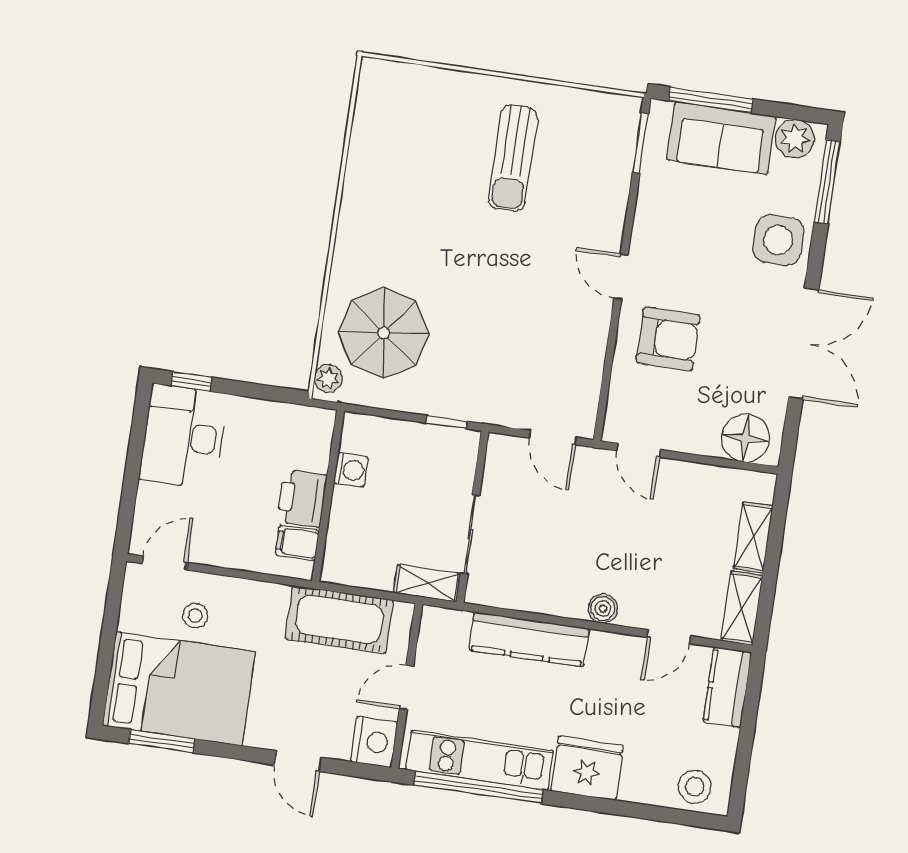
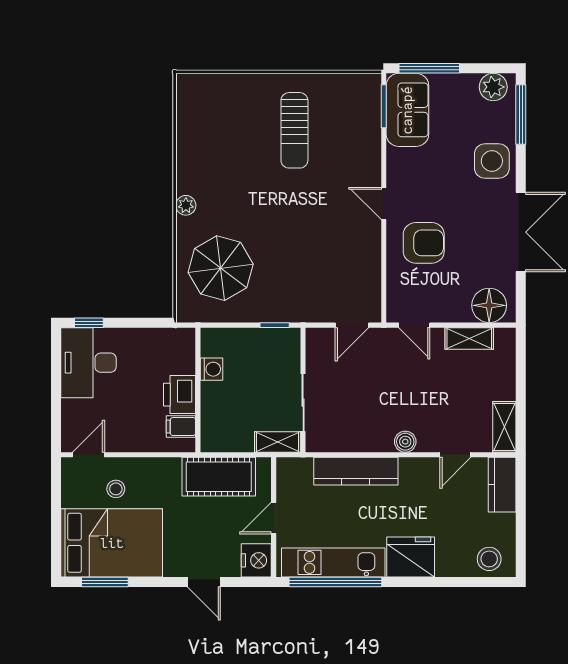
sofa: (721, 138) -> (407, 110), moved, turned -90
plant: (328, 378) -> (186, 205), moved
door: (553, 438) -> (352, 325), hinge flipped
shelving: (753, 537) -> (469, 338), moved, turned 90

